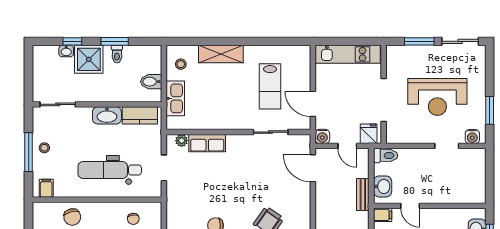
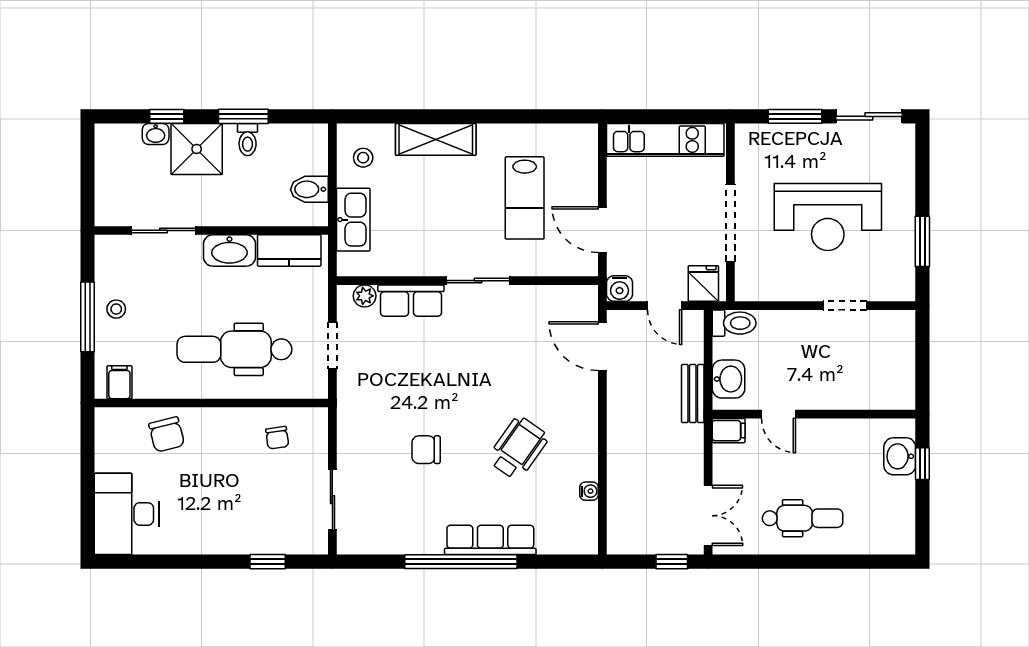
sliding door: (58, 104) -> (164, 230), moved
sliding door: (271, 132) -> (478, 281), moved
water cooler: (472, 137) -> (891, 289), removed

